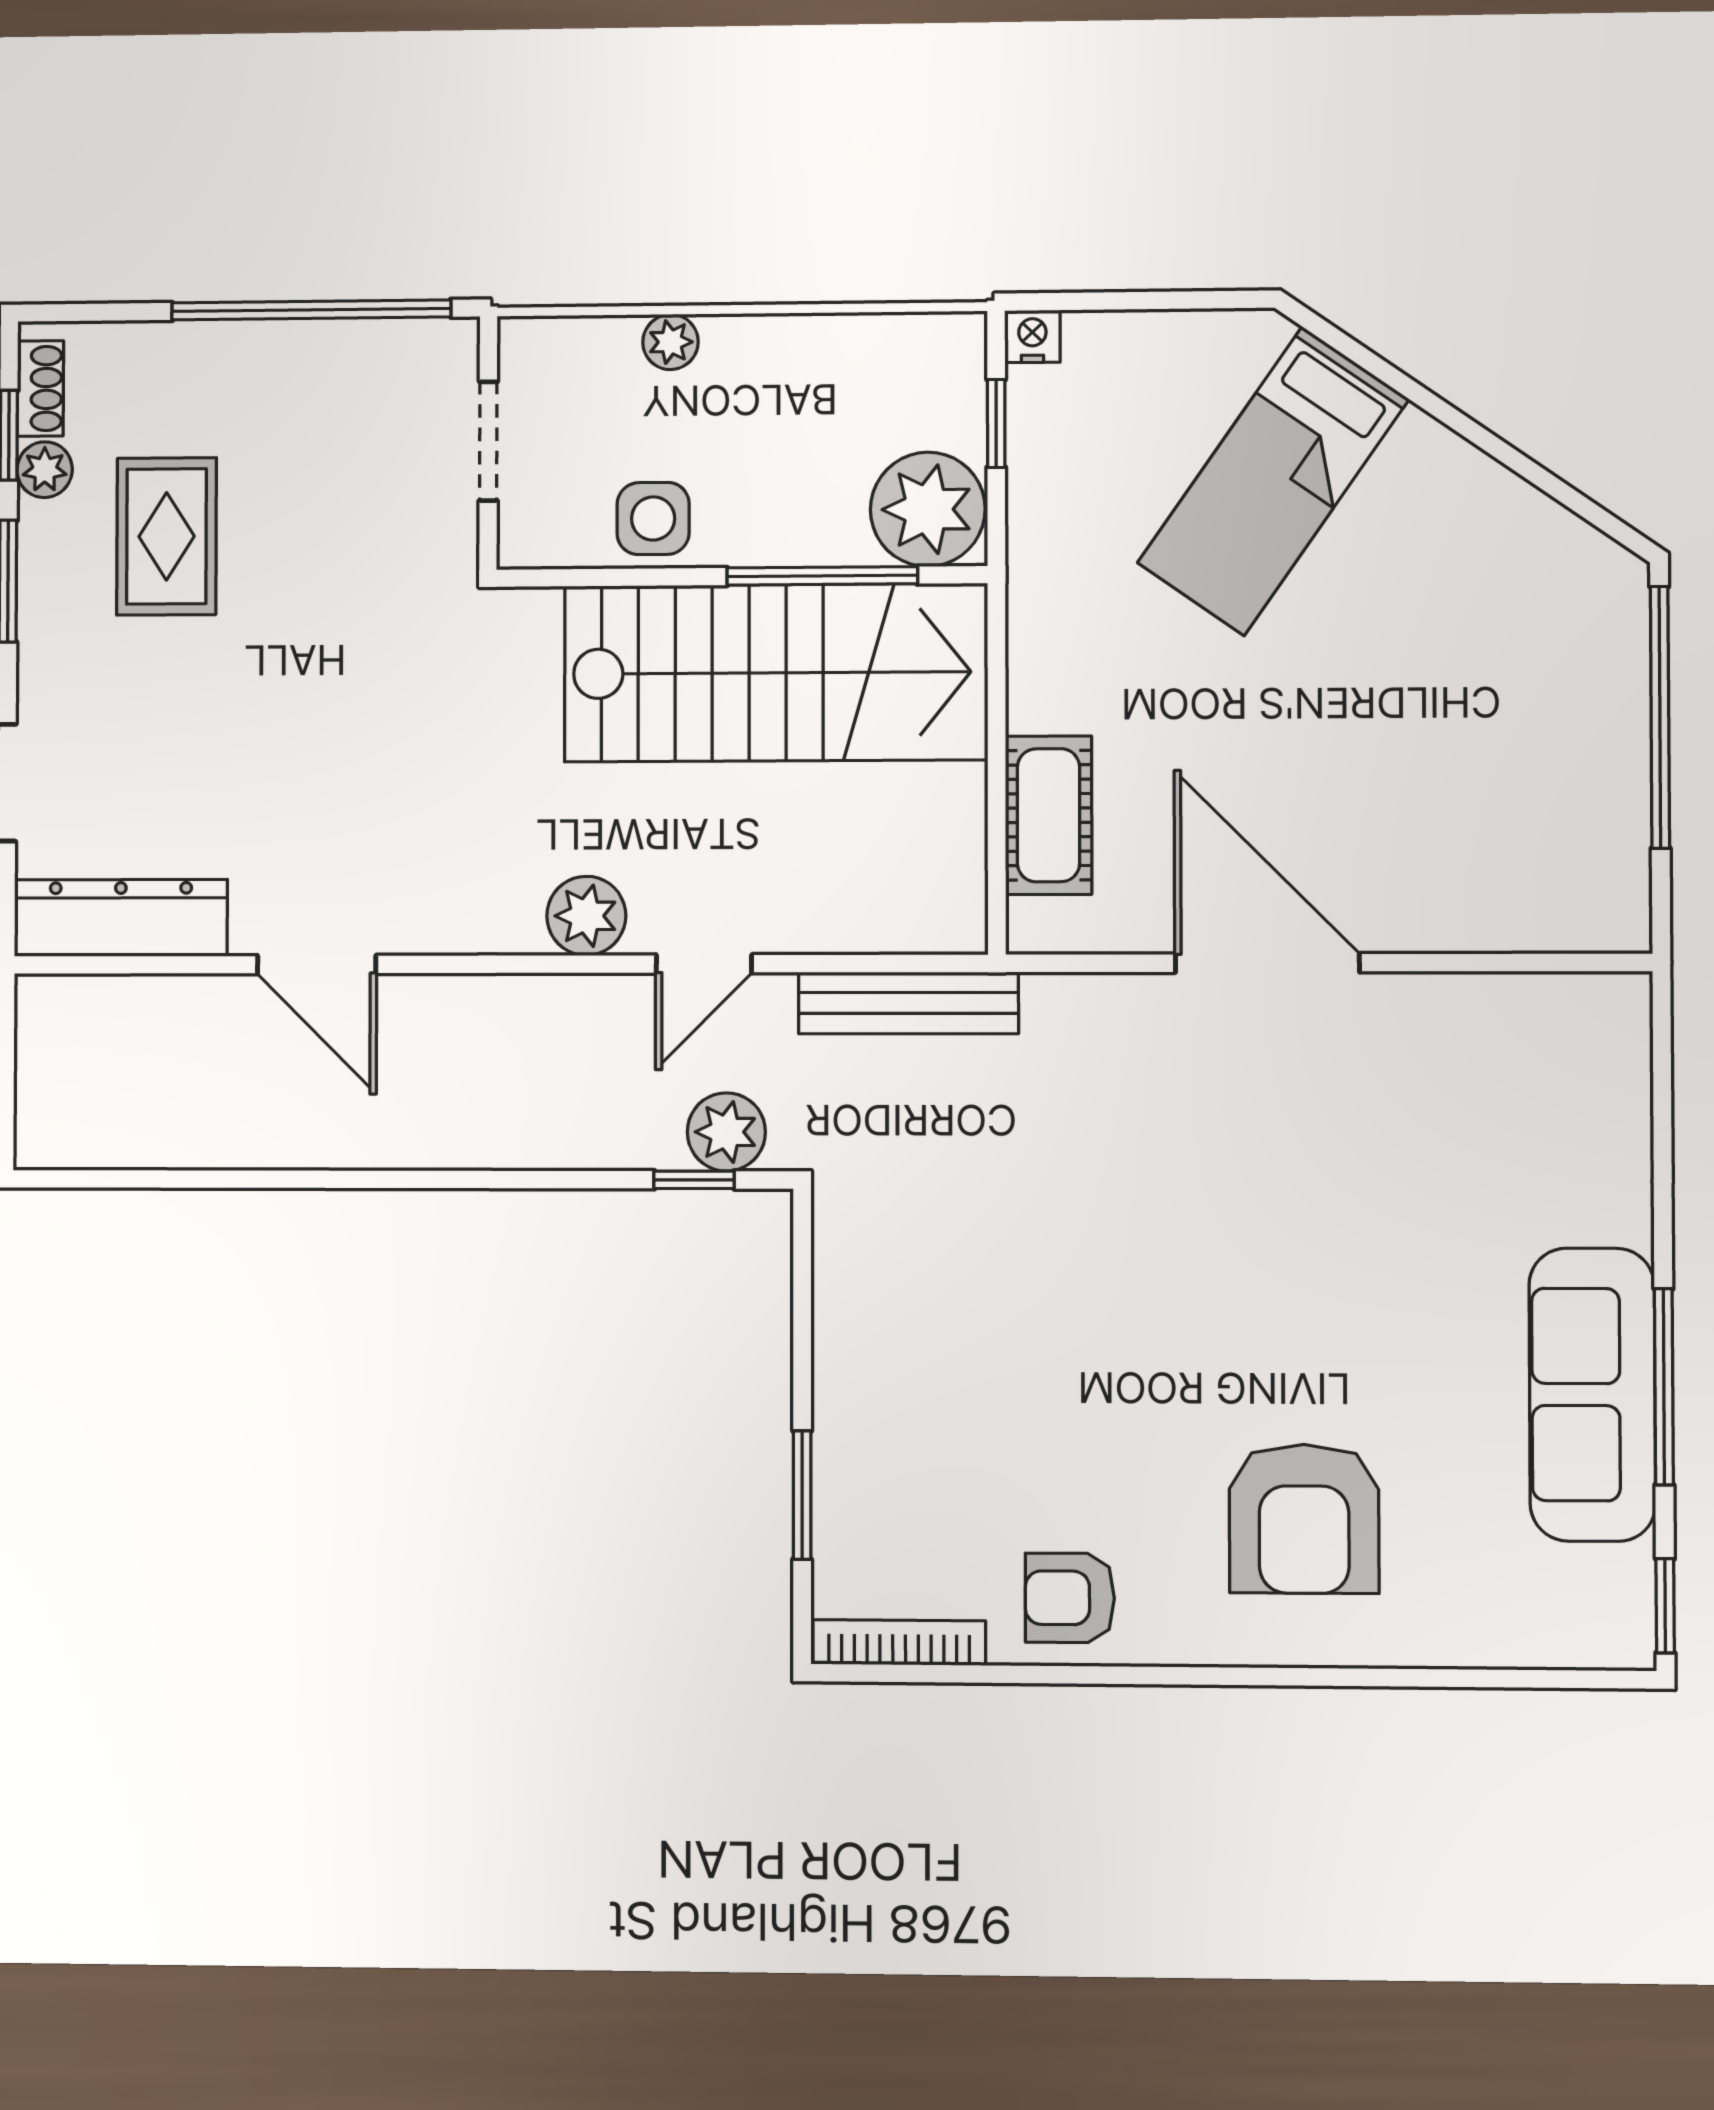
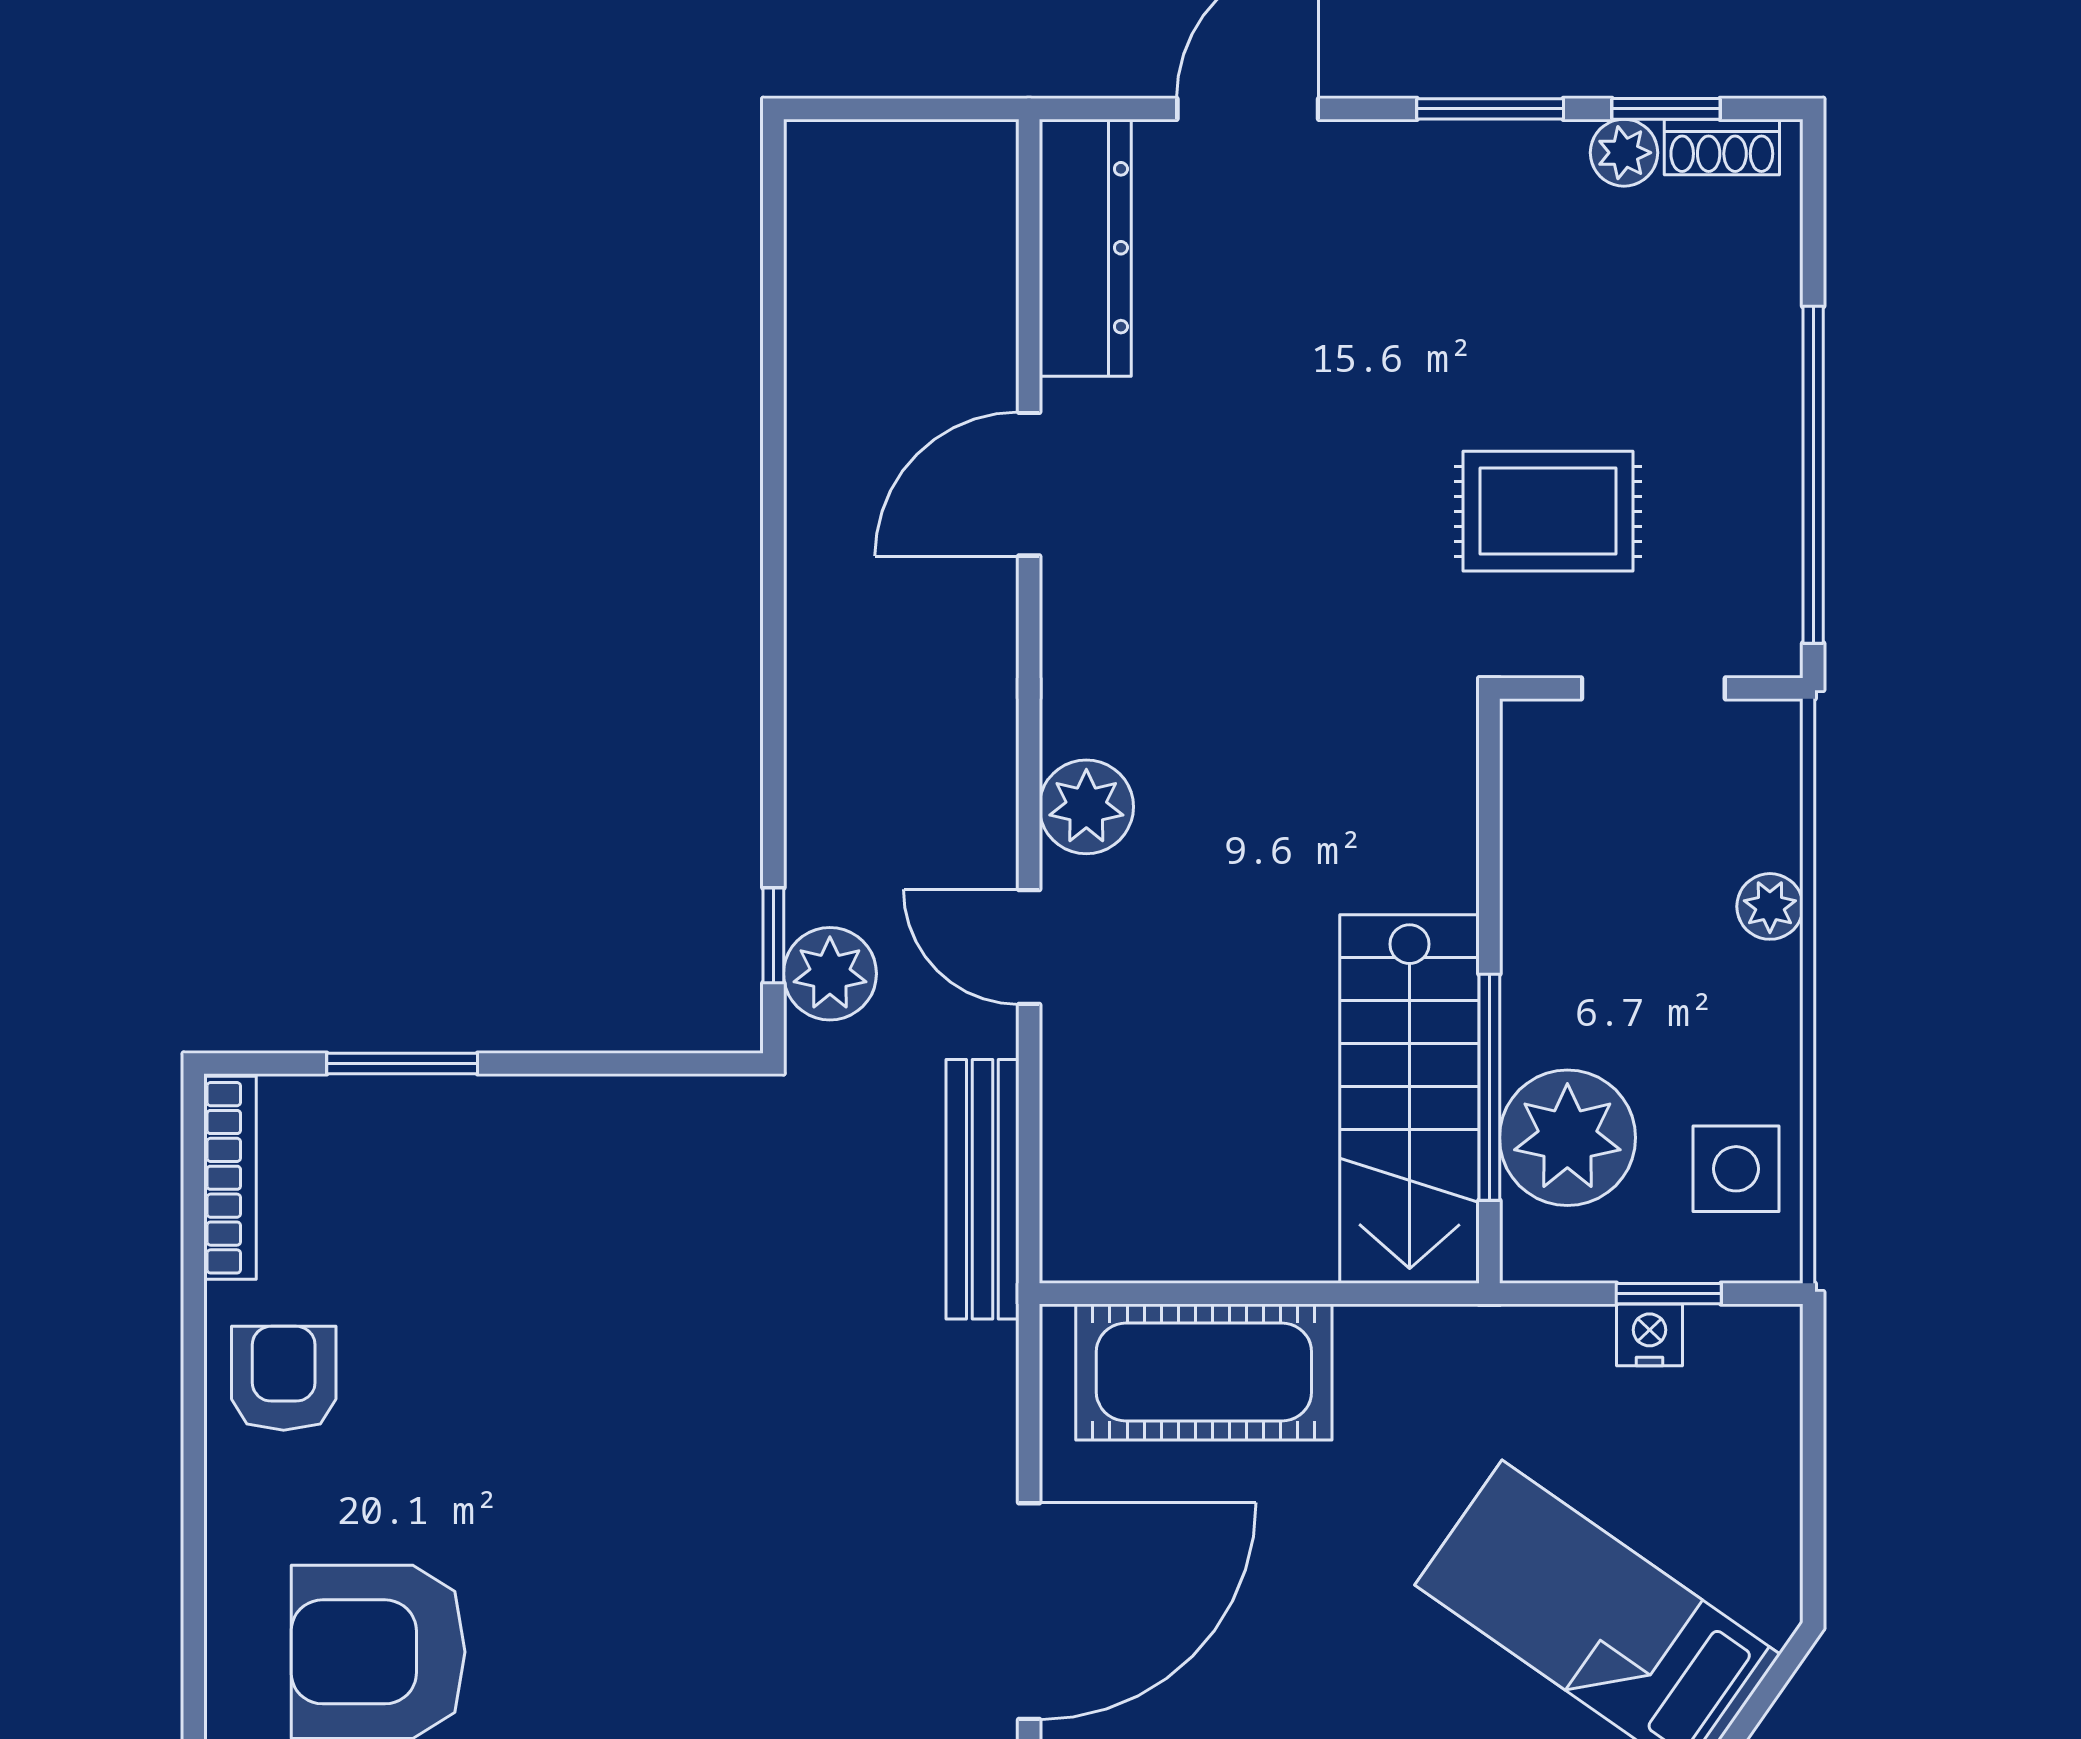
nightstand: (1032, 336) -> (1649, 1335), moved, turned -90
plant: (928, 509) -> (1567, 1138), moved
side table: (653, 519) -> (1736, 1169), moved
rug: (167, 536) -> (1548, 511), moved
stairs: (776, 673) -> (1410, 1099), width x0.73, depth x0.66
cot: (1049, 815) -> (1204, 1372), width x1.37, depth x1.34

